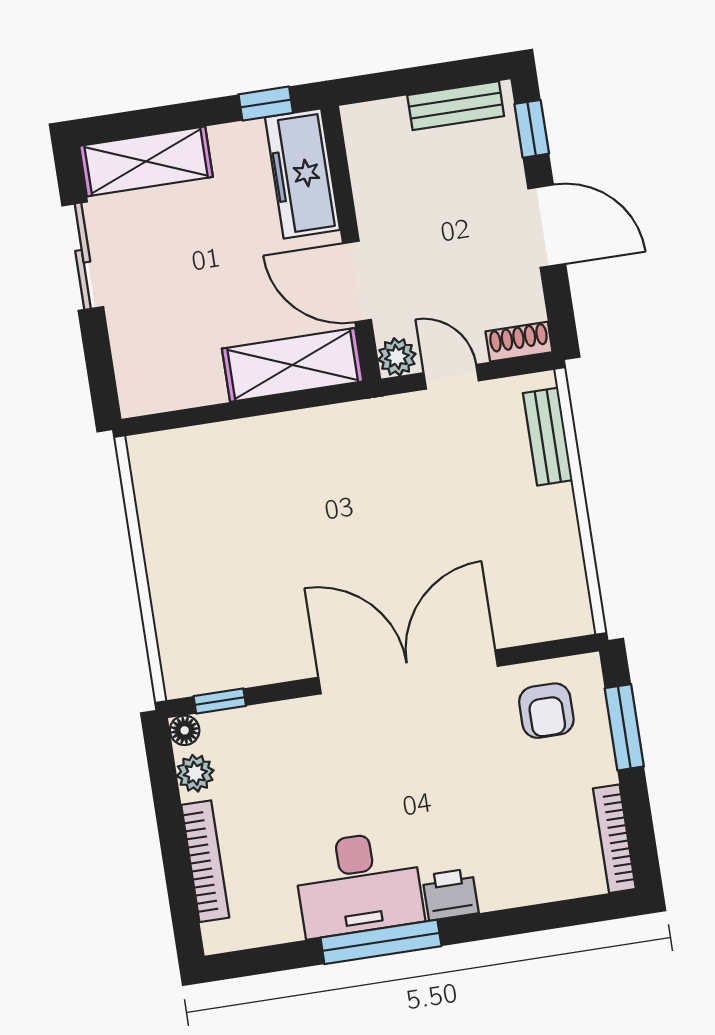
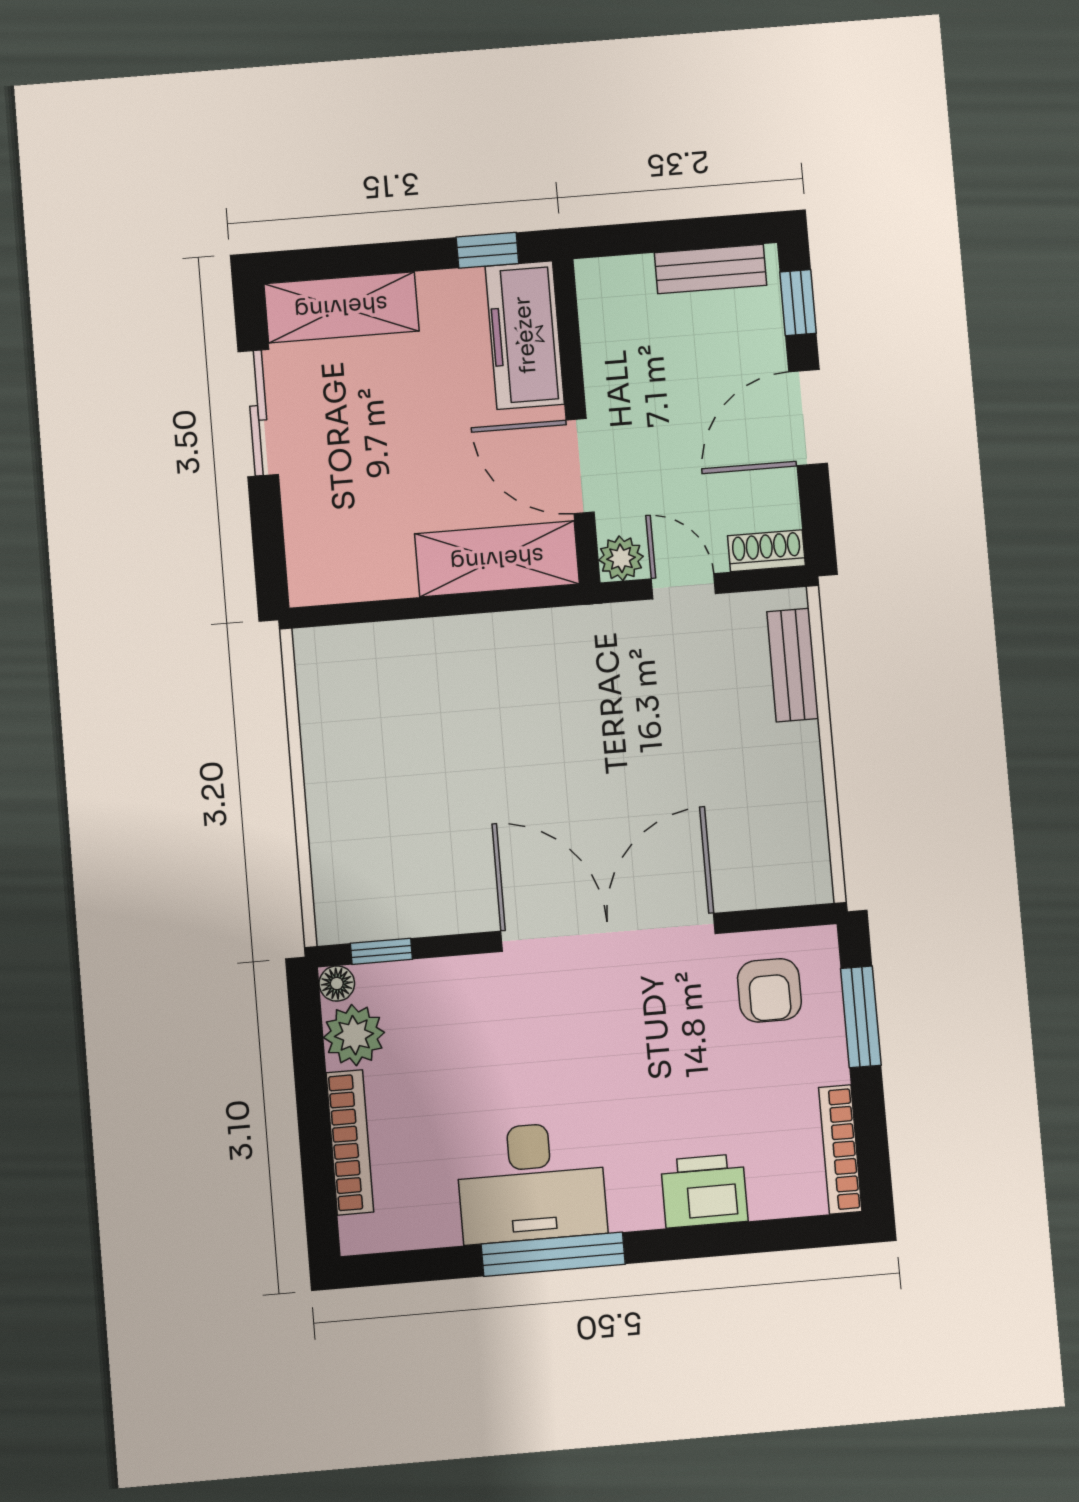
door: (547, 226) -> (808, 418), swing flipped
plant: (195, 773) -> (354, 1035), width x1.38, depth x1.38
printer: (450, 894) -> (704, 1191), moved, width x1.36, depth x1.24

